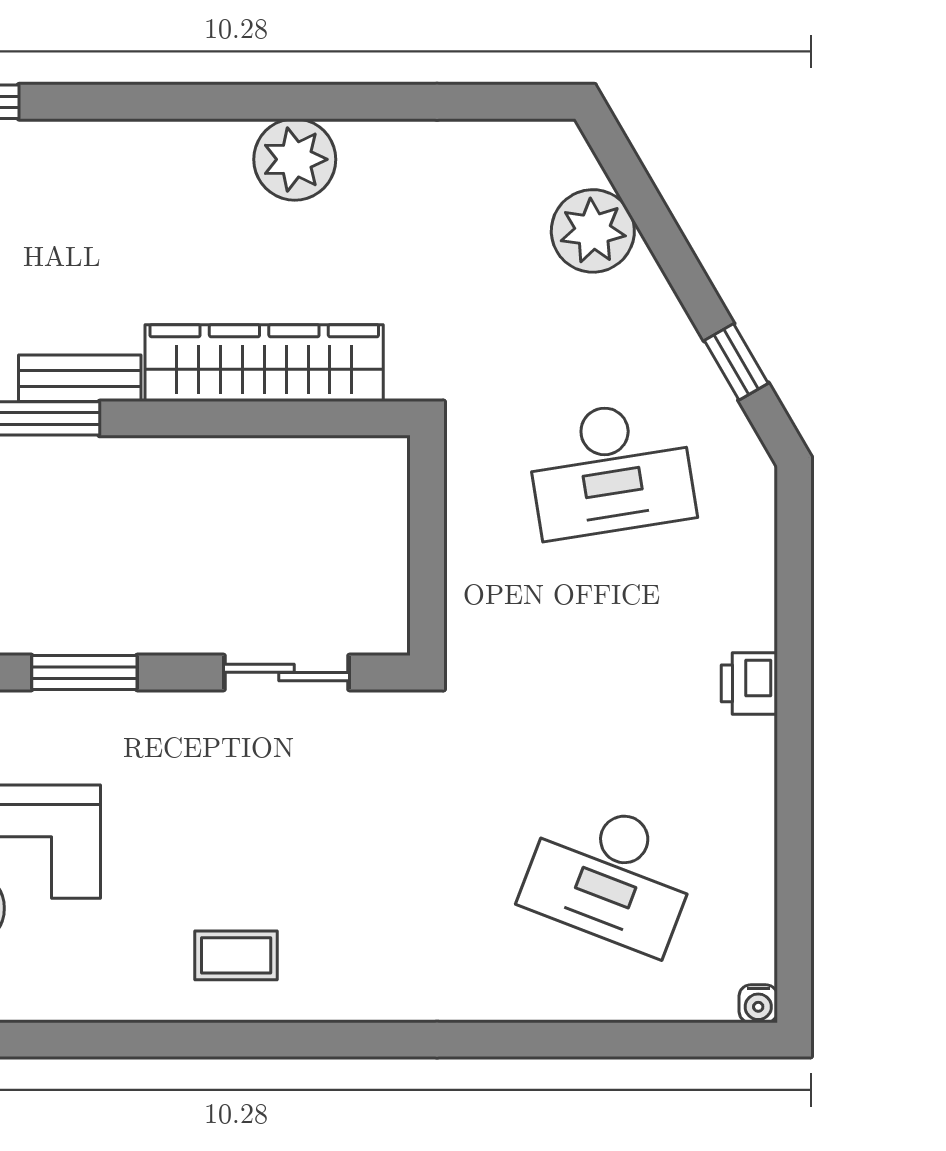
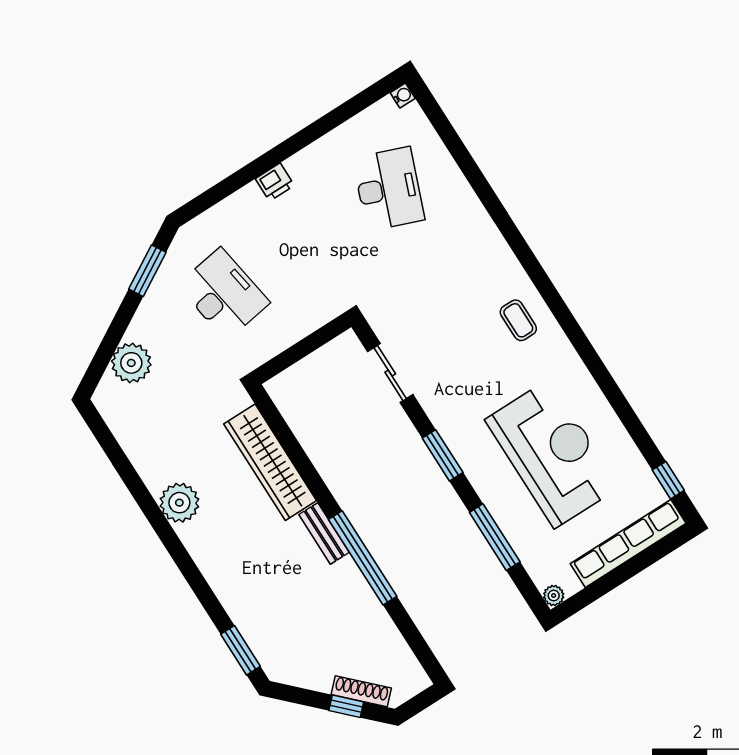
window: (736, 362) -> (147, 271), width x1.50

